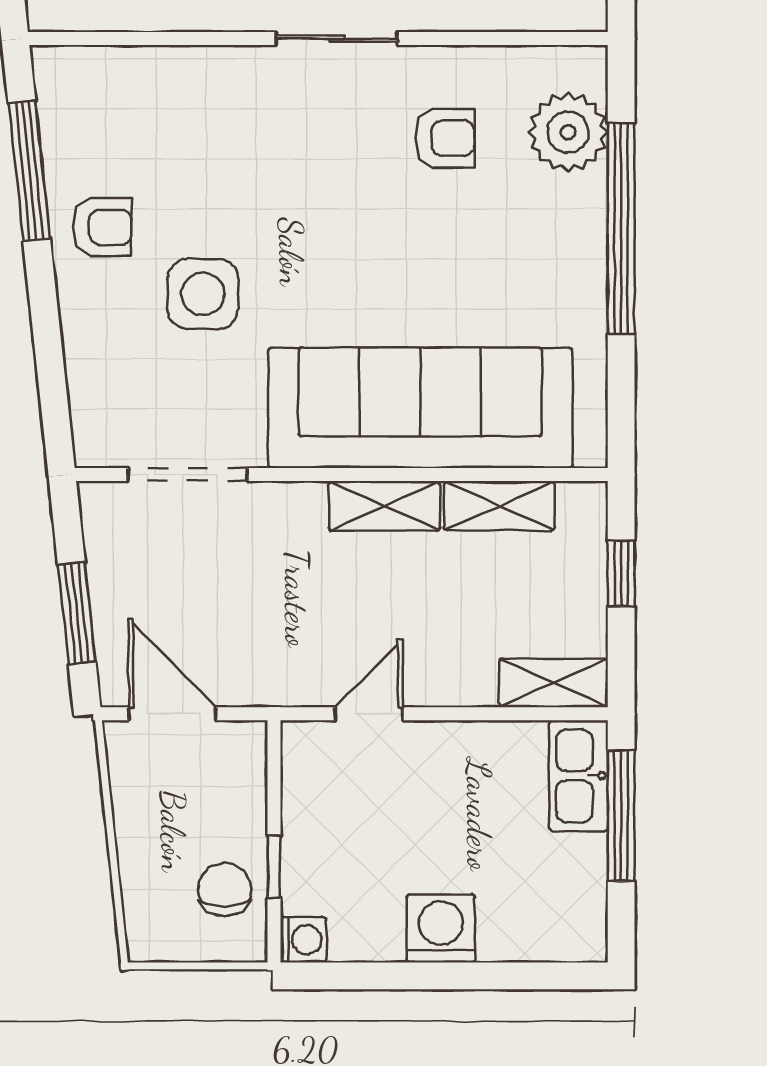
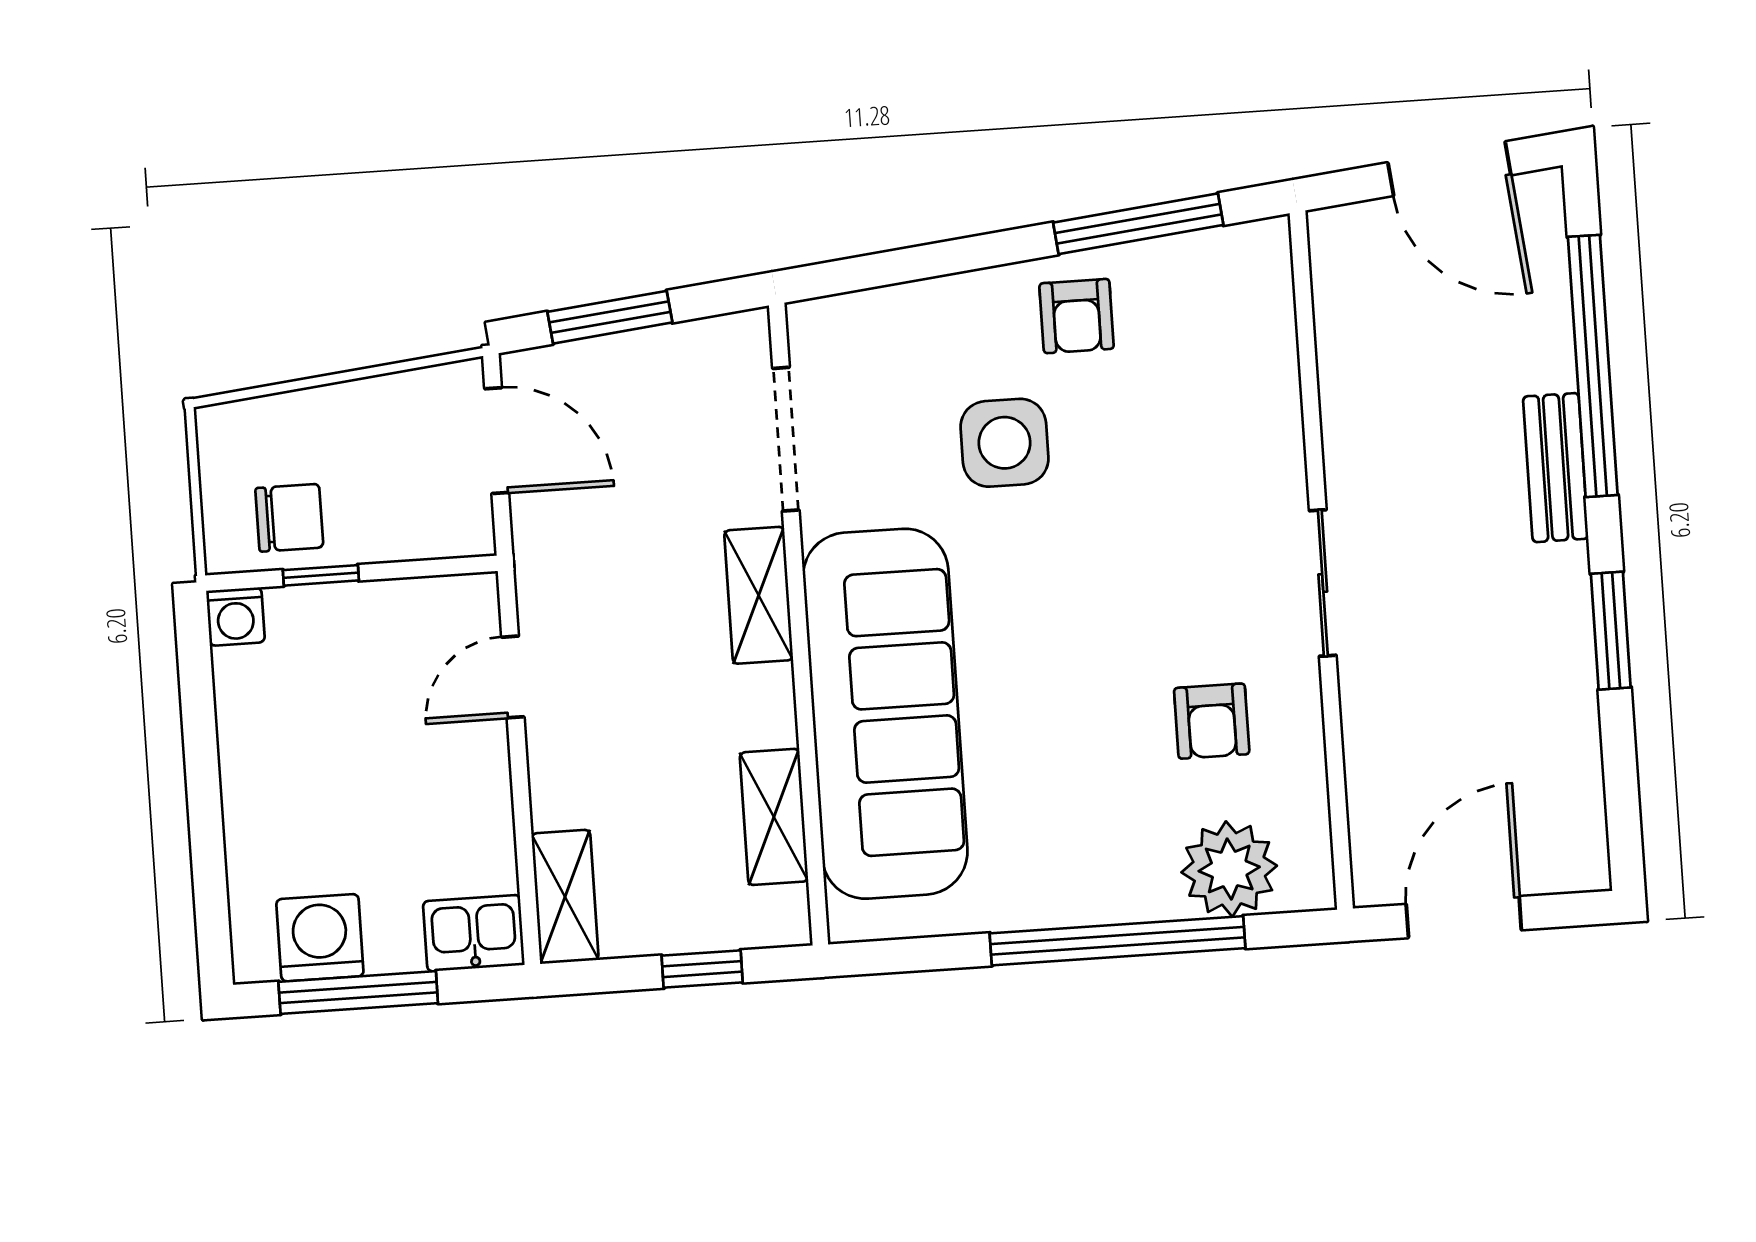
shelving: (385, 506) -> (759, 595), moved
door: (173, 714) -> (497, 441), hinge flipped
door: (369, 714) -> (513, 677), swing flipped
kitchen sink: (579, 776) -> (474, 933), width x0.73
window: (621, 816) -> (358, 992), moved
washing machine: (441, 928) -> (320, 938), moved, turned -90

